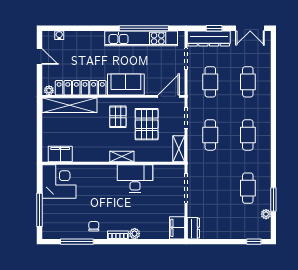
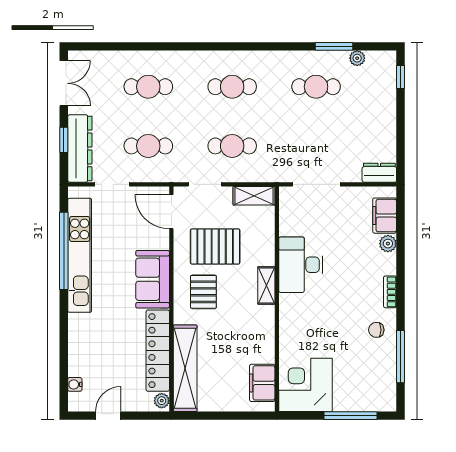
pallet: (118, 117) -> (203, 292), turned 90
filing cabinet: (177, 228) -> (385, 216), moved, turned 90
plant: (135, 234) -> (388, 244), moved

